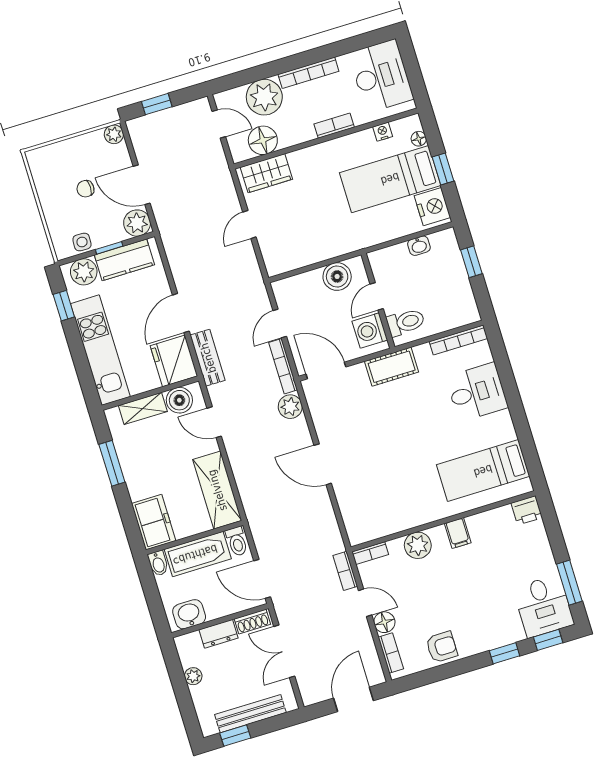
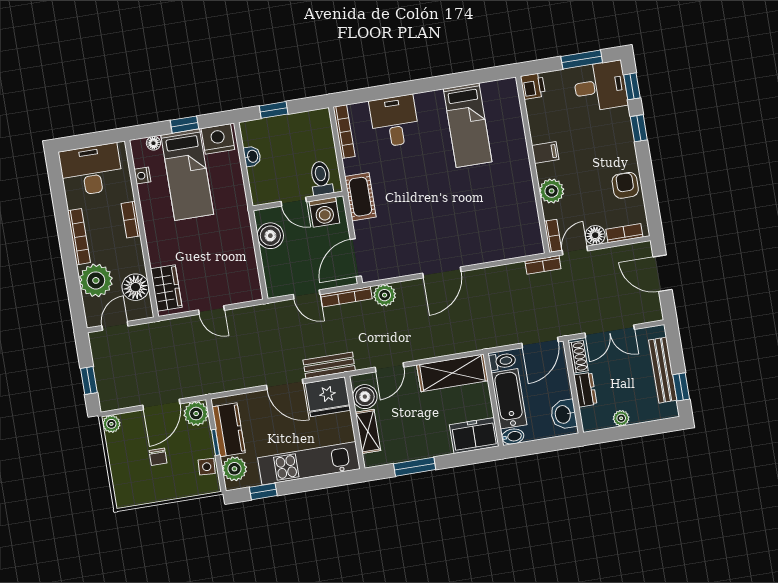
printer: (527, 510) -> (533, 86), moved
wall: (443, 521) -> (533, 165), moved
filing cabinet: (458, 533) -> (545, 152), moved
plant: (418, 545) -> (552, 191), moved
bookcase: (370, 553) -> (553, 236), moved

